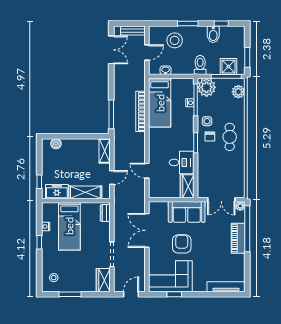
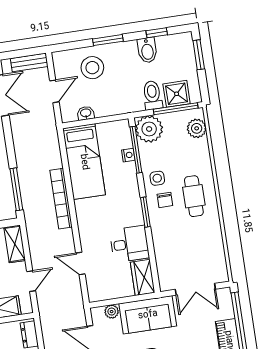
window: (247, 57) -> (199, 55), moved
toilet: (200, 65) -> (152, 95), moved
bookcase: (140, 111) -> (61, 199), moved
plant: (240, 206) -> (112, 312), moved

